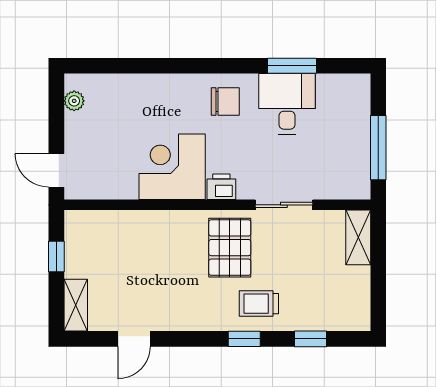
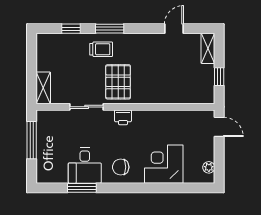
corner desk: (172, 167) -> (164, 164), moved, turned 180
window: (244, 339) -> (110, 29), width x1.50

